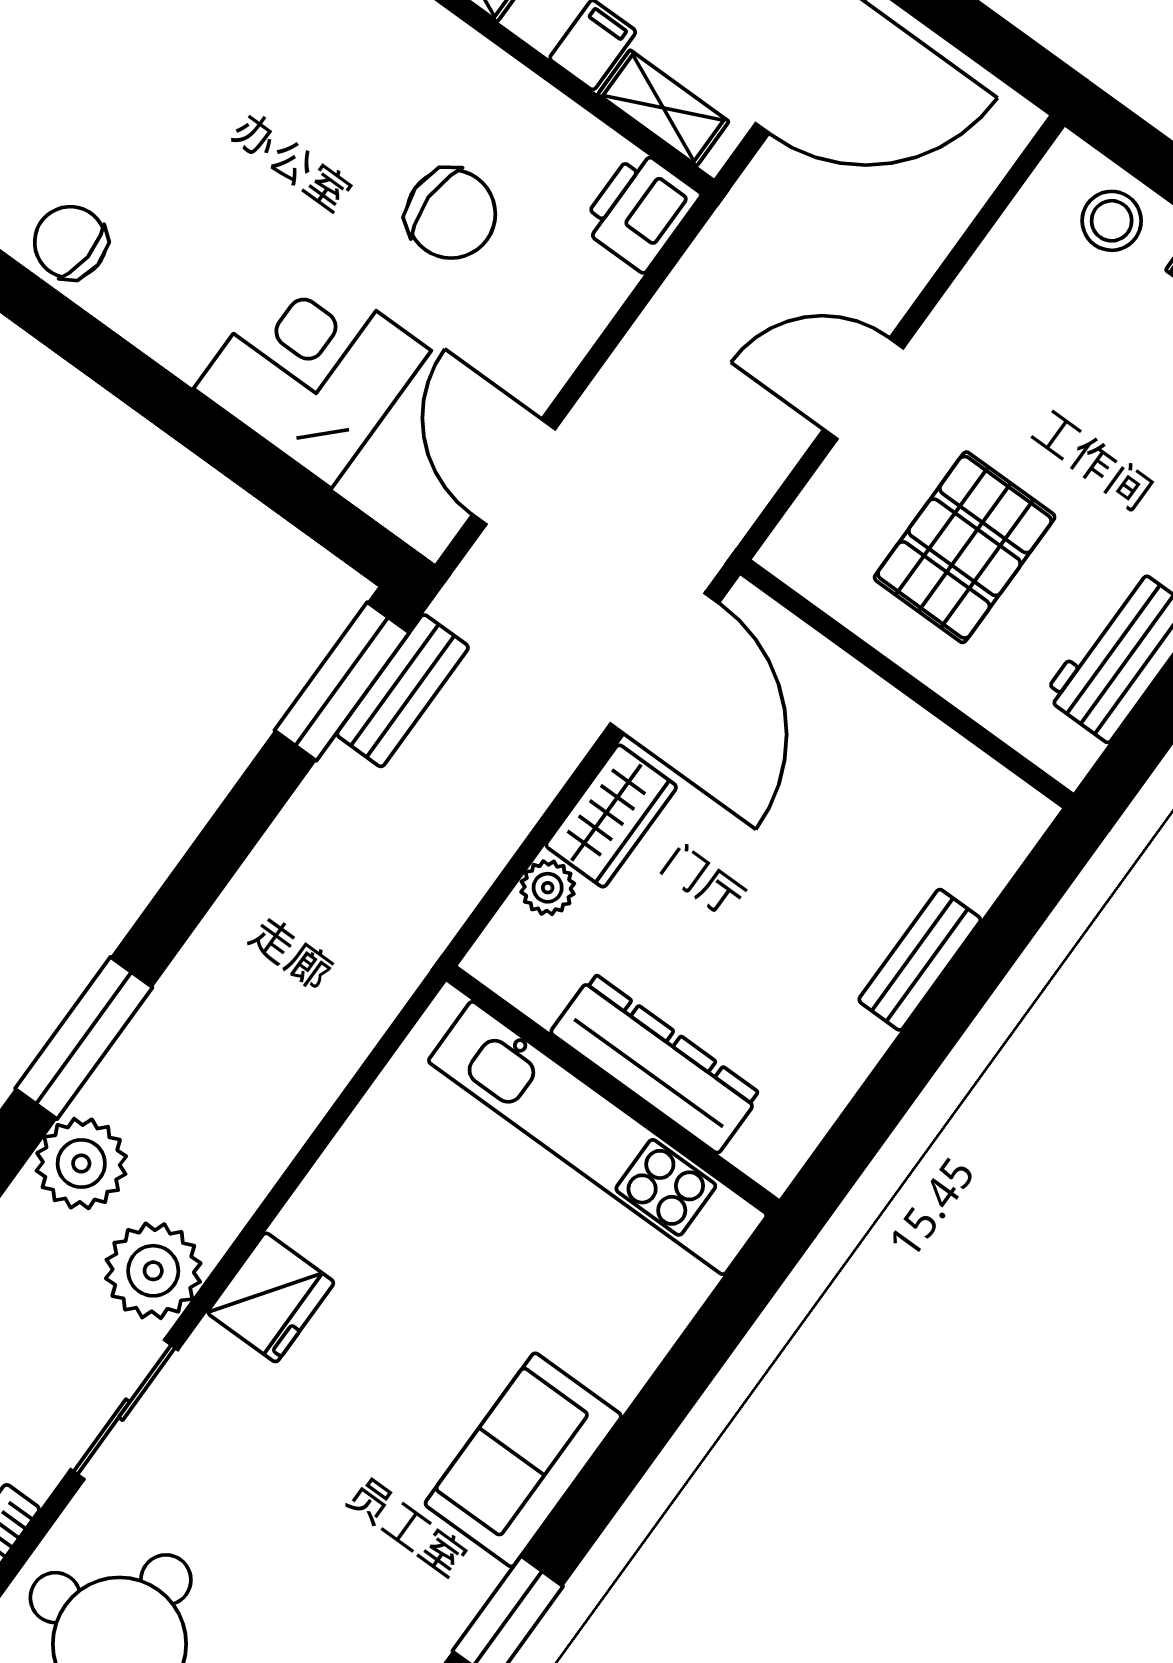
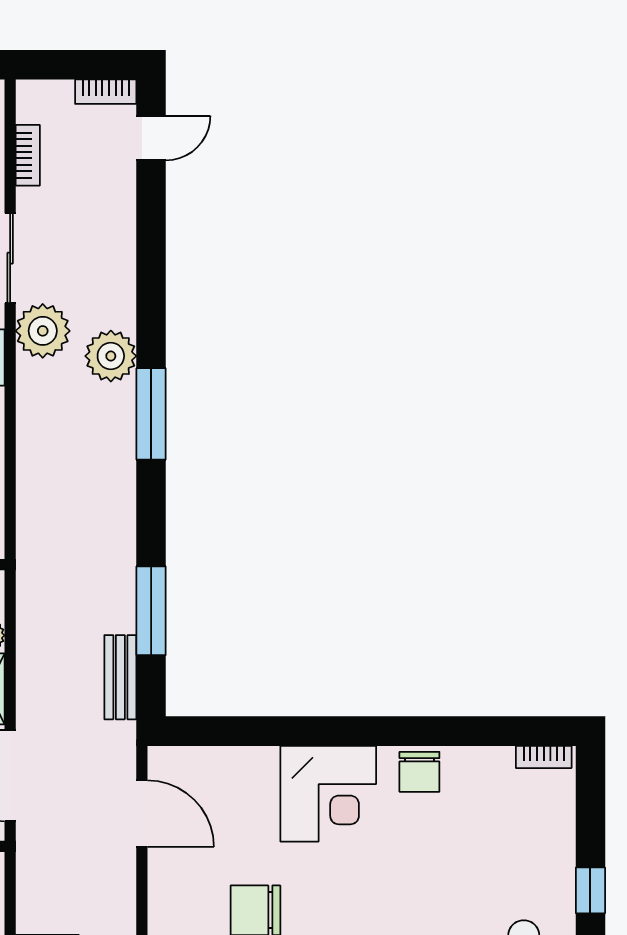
chair: (70, 242) -> (419, 772), turned 86
corner desk: (312, 370) -> (328, 794), moved
window: (342, 681) -> (151, 611), moved

